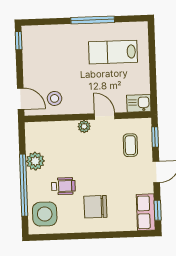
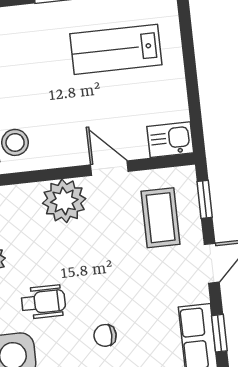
plant: (84, 126) -> (64, 201), width x1.87, depth x1.87
coffee table: (130, 145) -> (161, 218), width x1.36, depth x1.30
chair: (95, 207) -> (105, 335), width x0.54, depth x0.54

